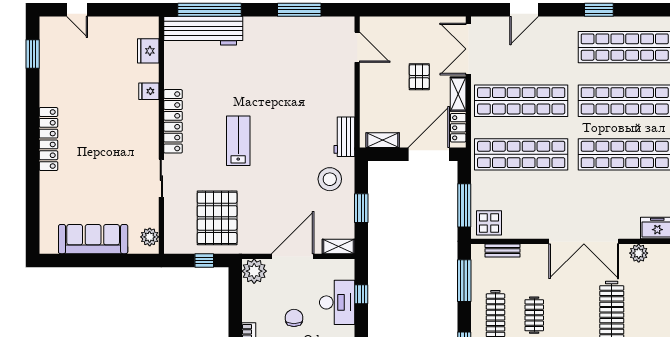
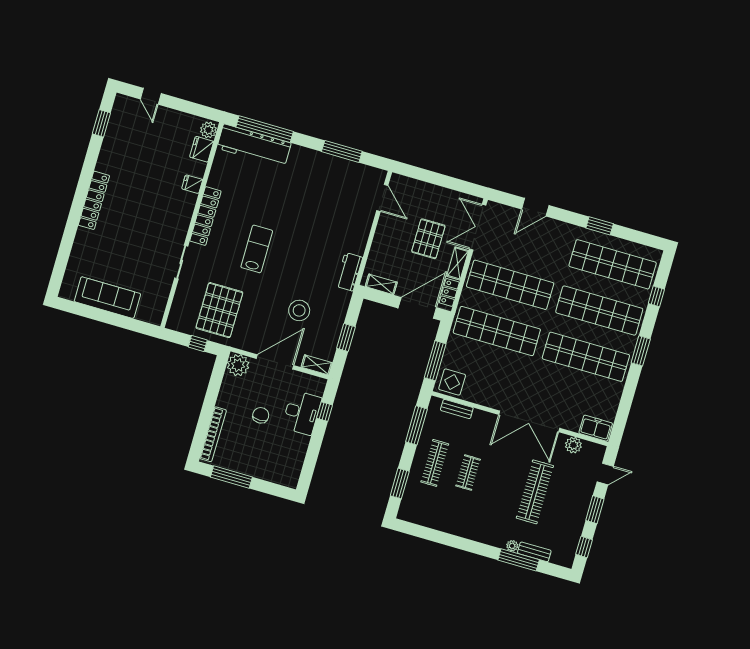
pallet: (419, 77) -> (428, 239), width x1.50, depth x1.42
stool: (330, 179) -> (299, 310), moved
plant: (150, 237) -> (208, 130), moved

